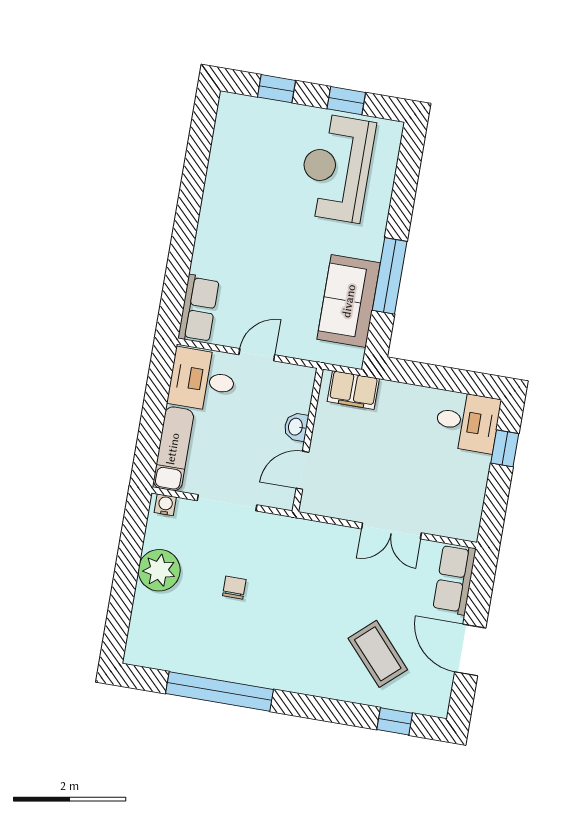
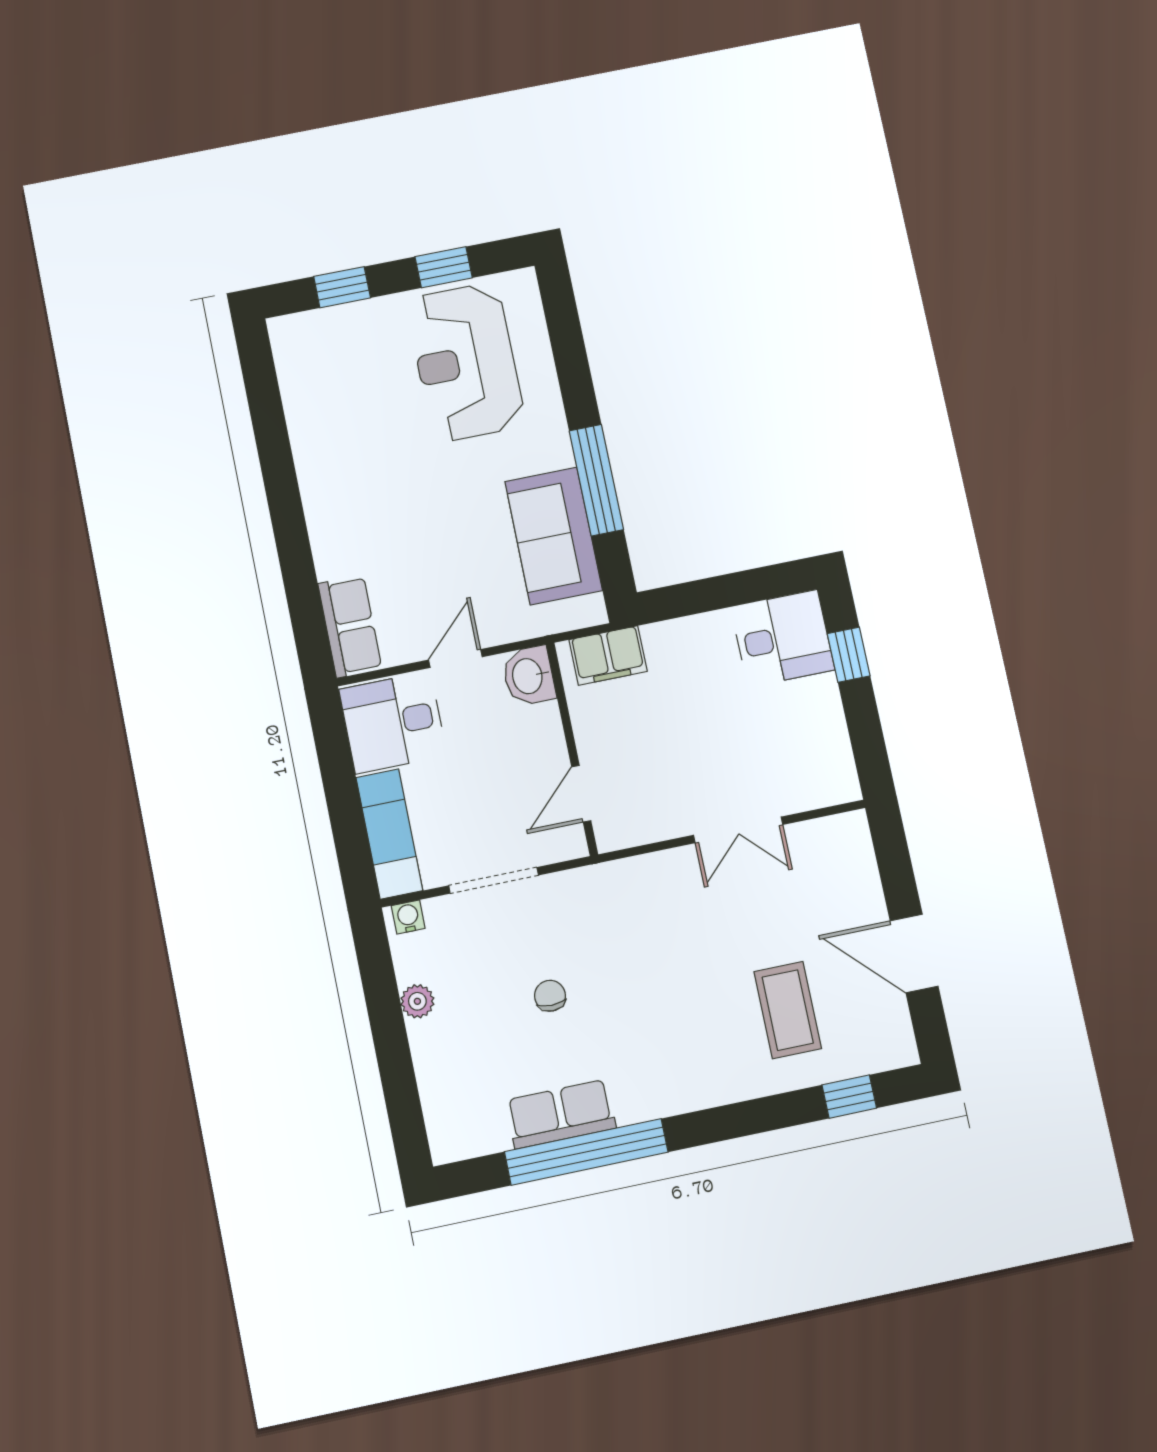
washbasin: (296, 427) -> (529, 676), moved, width x1.38, depth x1.45
plant: (159, 570) -> (417, 1001), width x0.53, depth x0.53
row of seats: (454, 579) -> (561, 1114), moved, turned 90
coffee table: (378, 654) -> (788, 1010), turned 42

